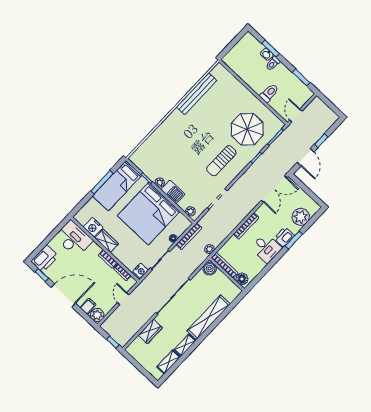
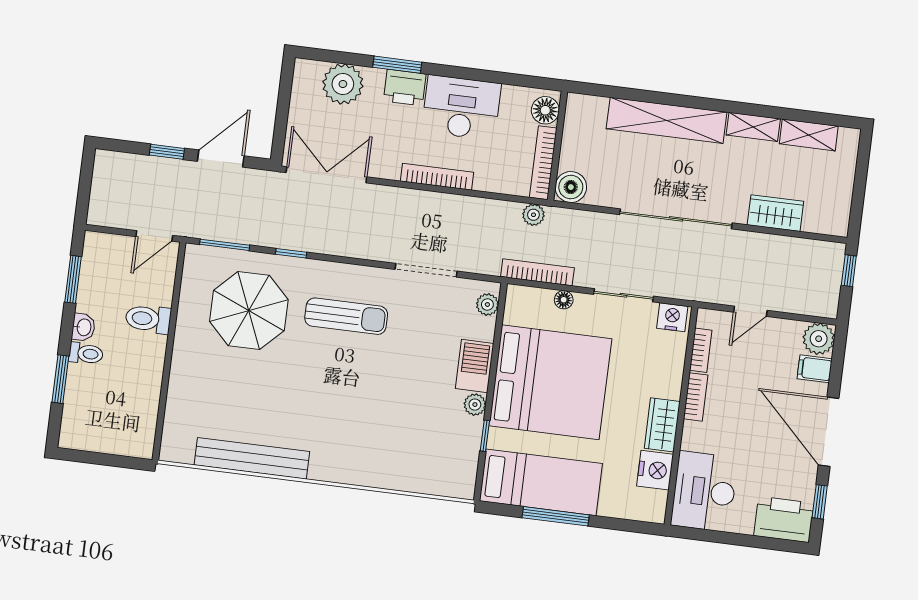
washbasin: (267, 54) -> (83, 327), moved
desk: (266, 248) -> (461, 108), width x1.37

